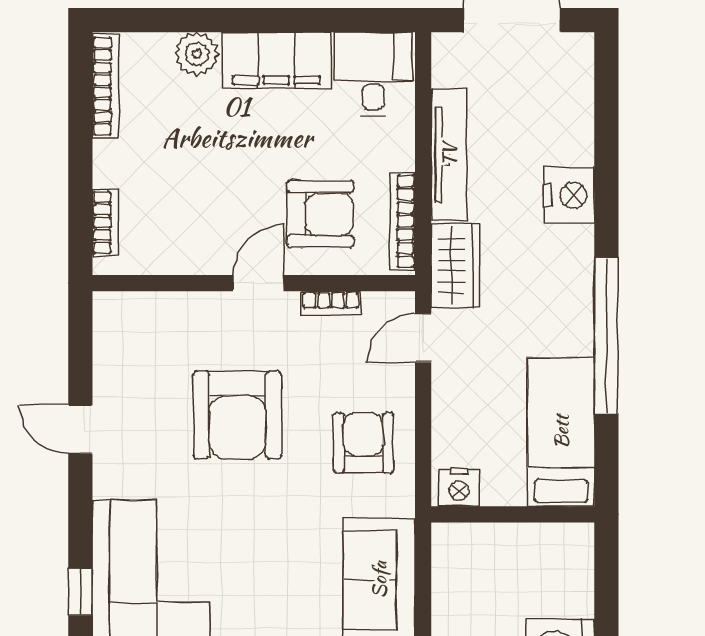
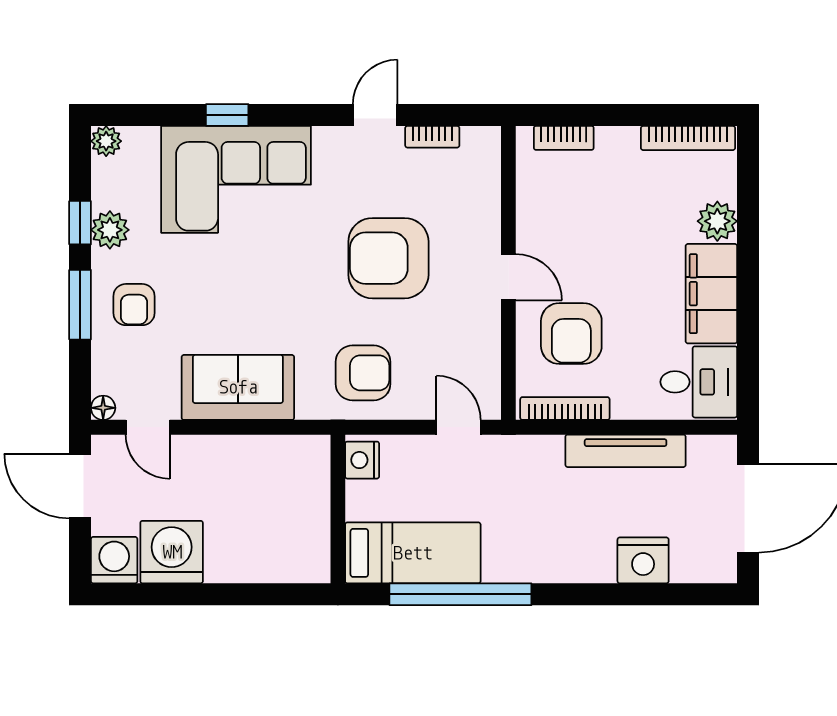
nightstand: (569, 195) -> (643, 560), moved
wardrobe: (455, 266) -> (524, 457), removed
bookcase: (331, 303) -> (432, 137), moved, turned -90
bed: (561, 432) -> (413, 553), moved
nightstand: (459, 488) -> (362, 460), moved
wall: (513, 514) -> (338, 509), moved

